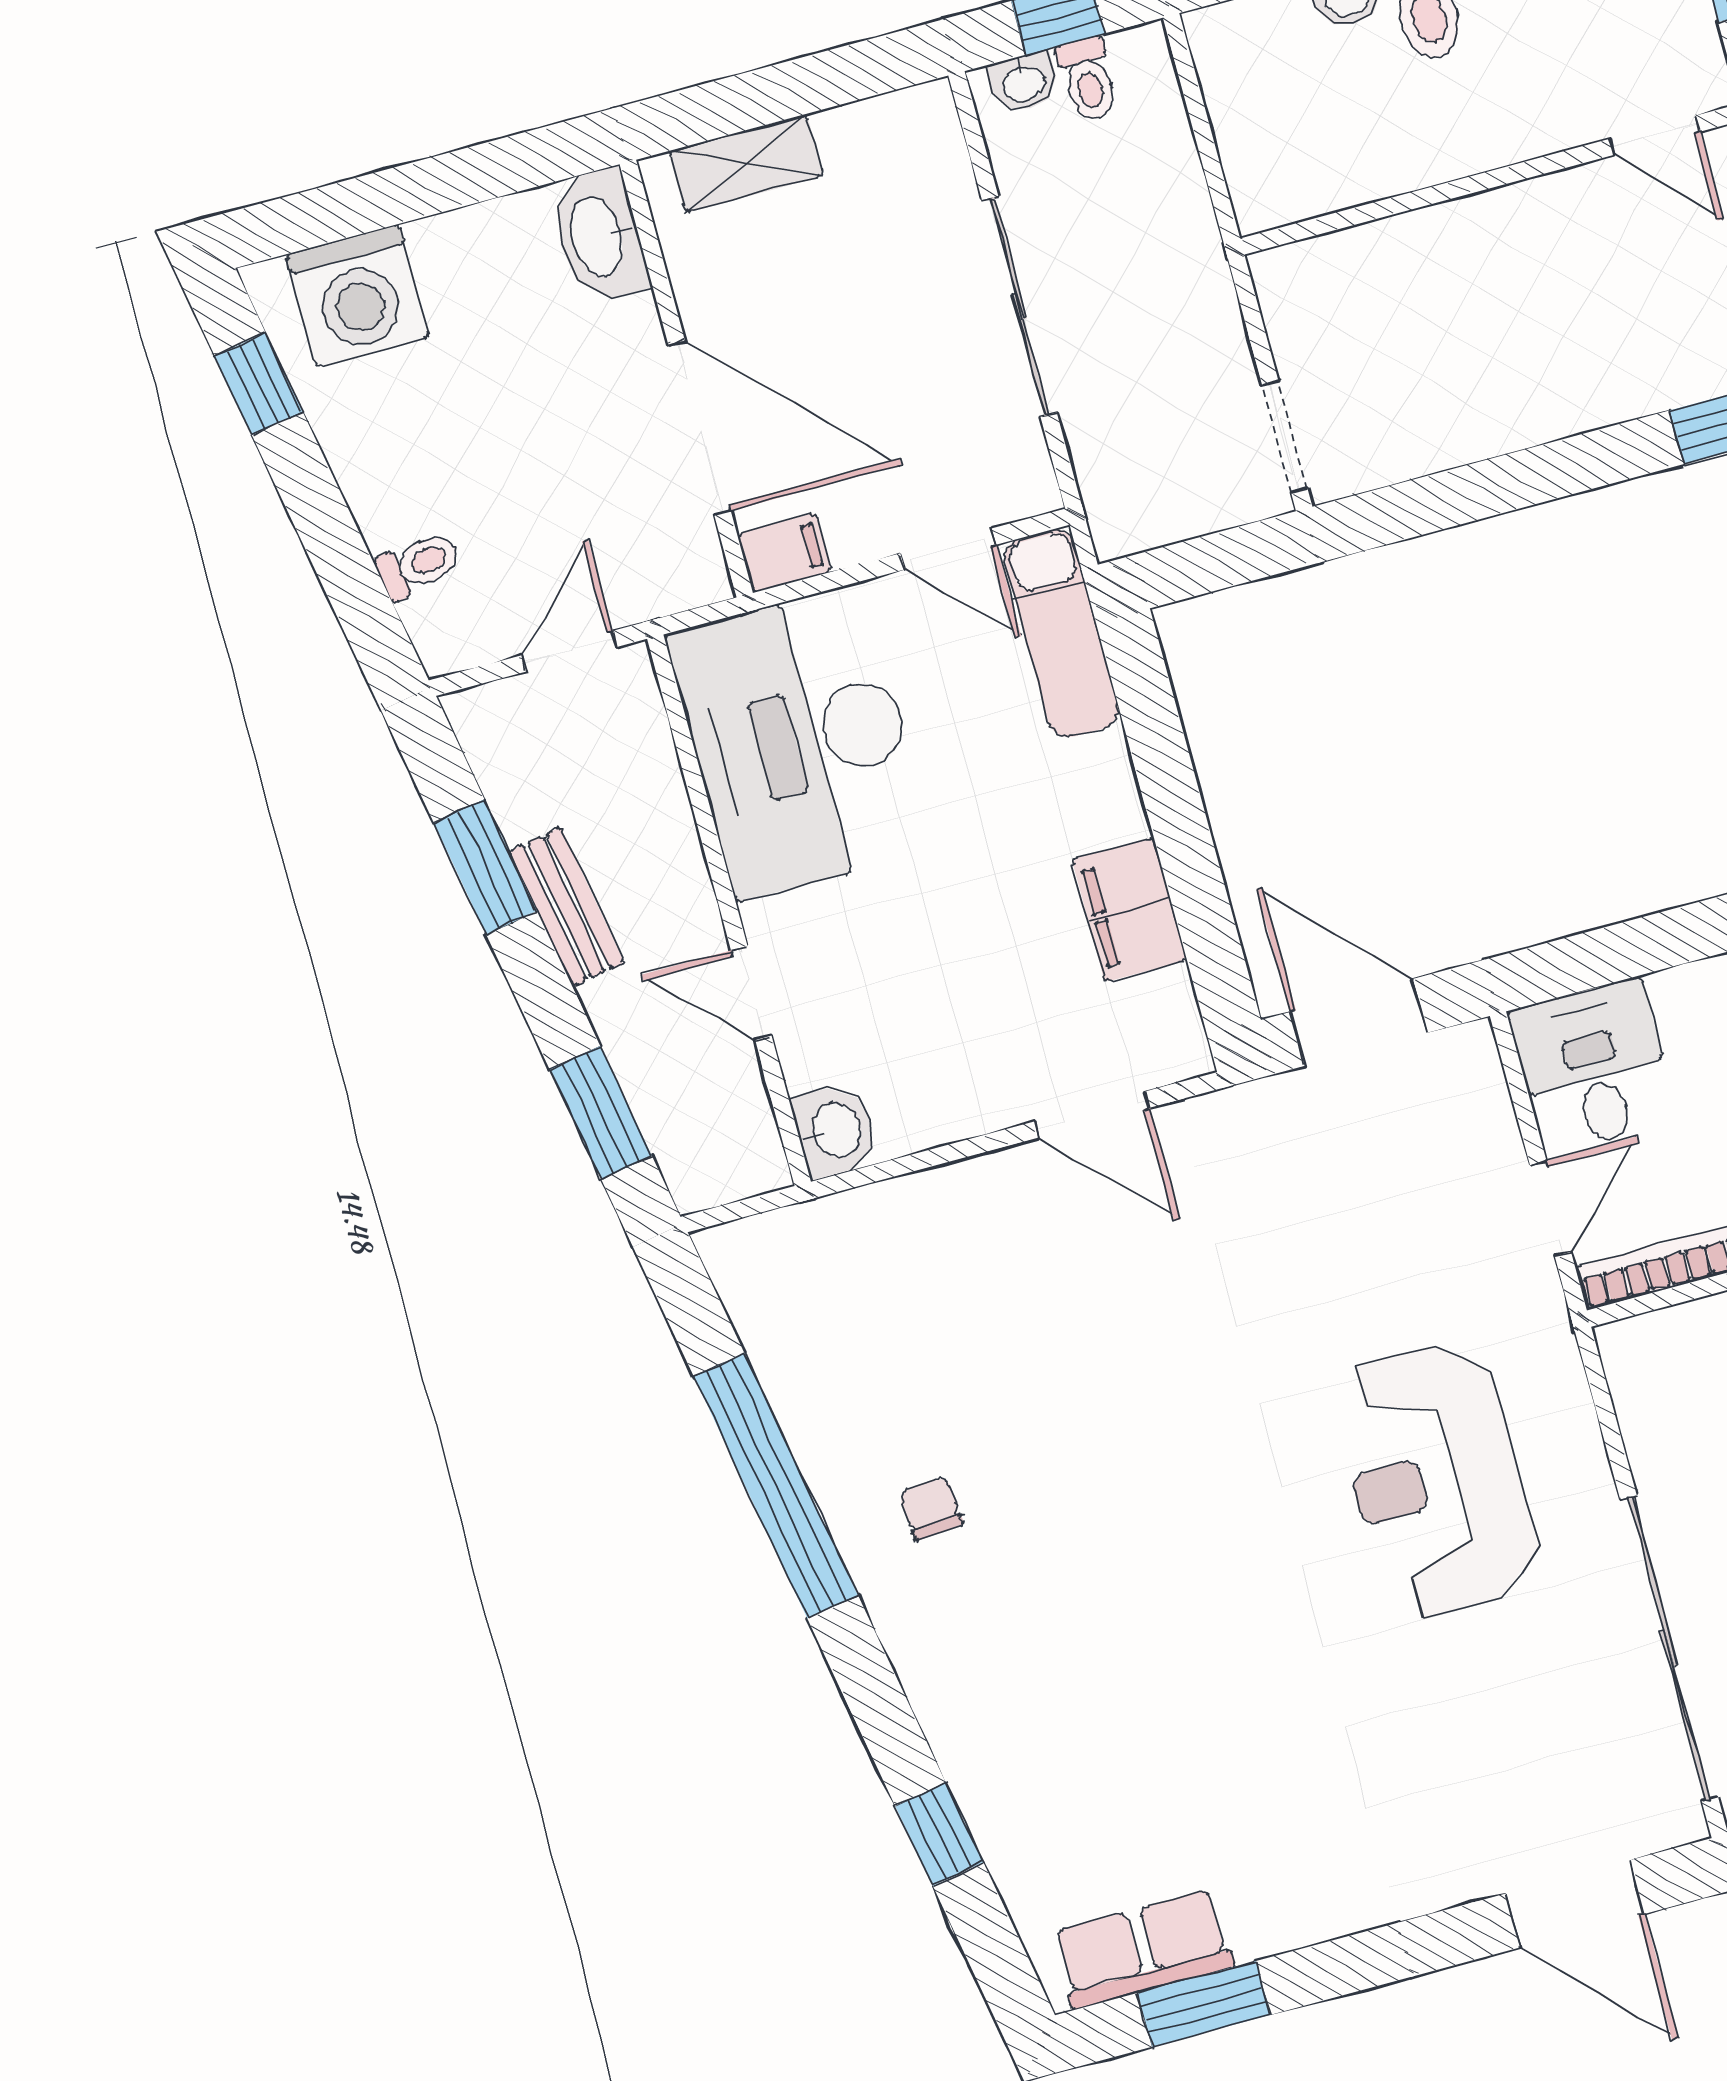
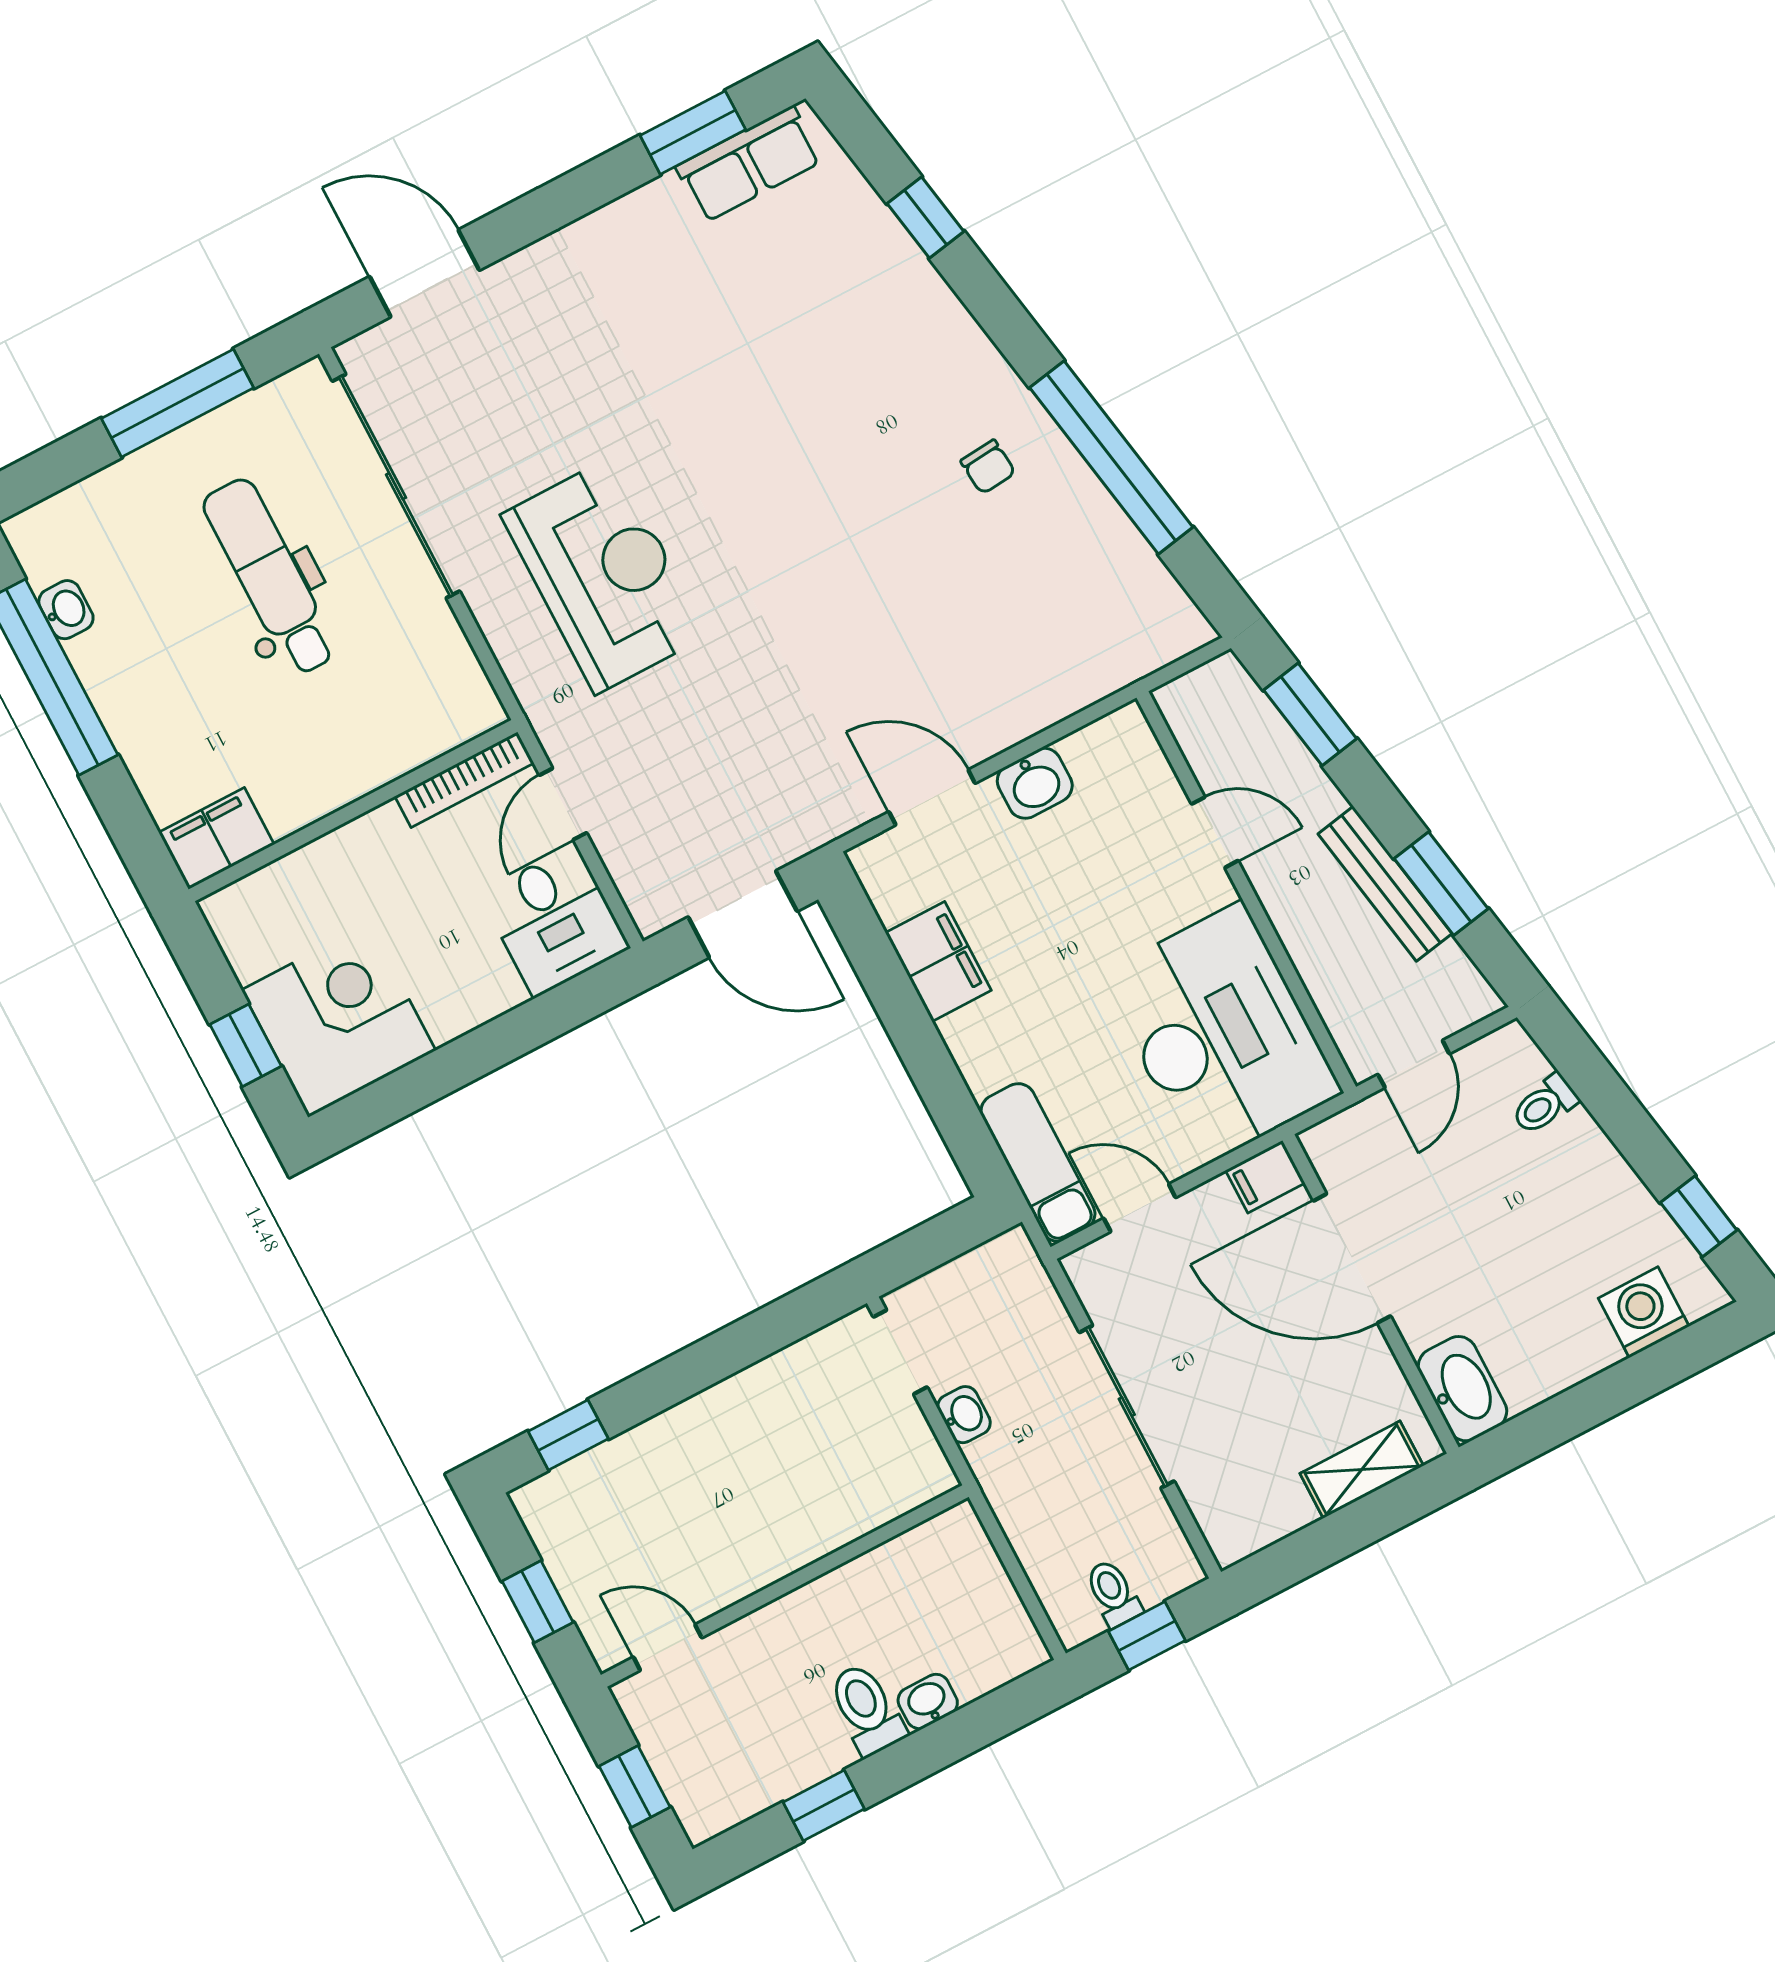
washbasin: (1024, 83) -> (964, 1415), moved, turned 90
washing machine: (357, 296) -> (1644, 1312), width x0.73, depth x0.73
bench: (567, 907) -> (1385, 884), width x1.36
washbasin: (835, 1131) -> (1035, 783), moved, turned -90

